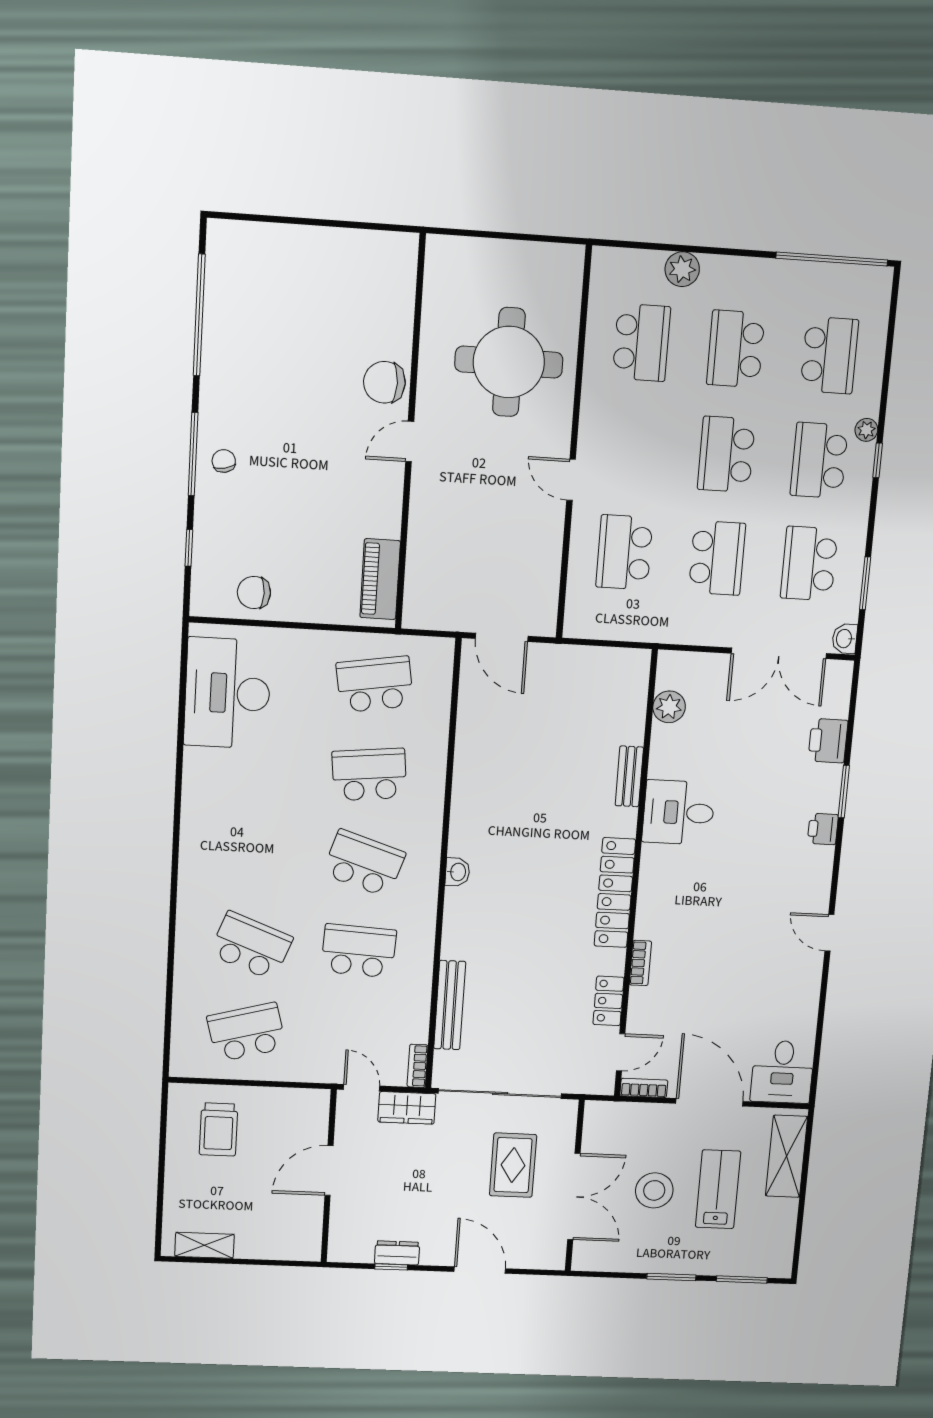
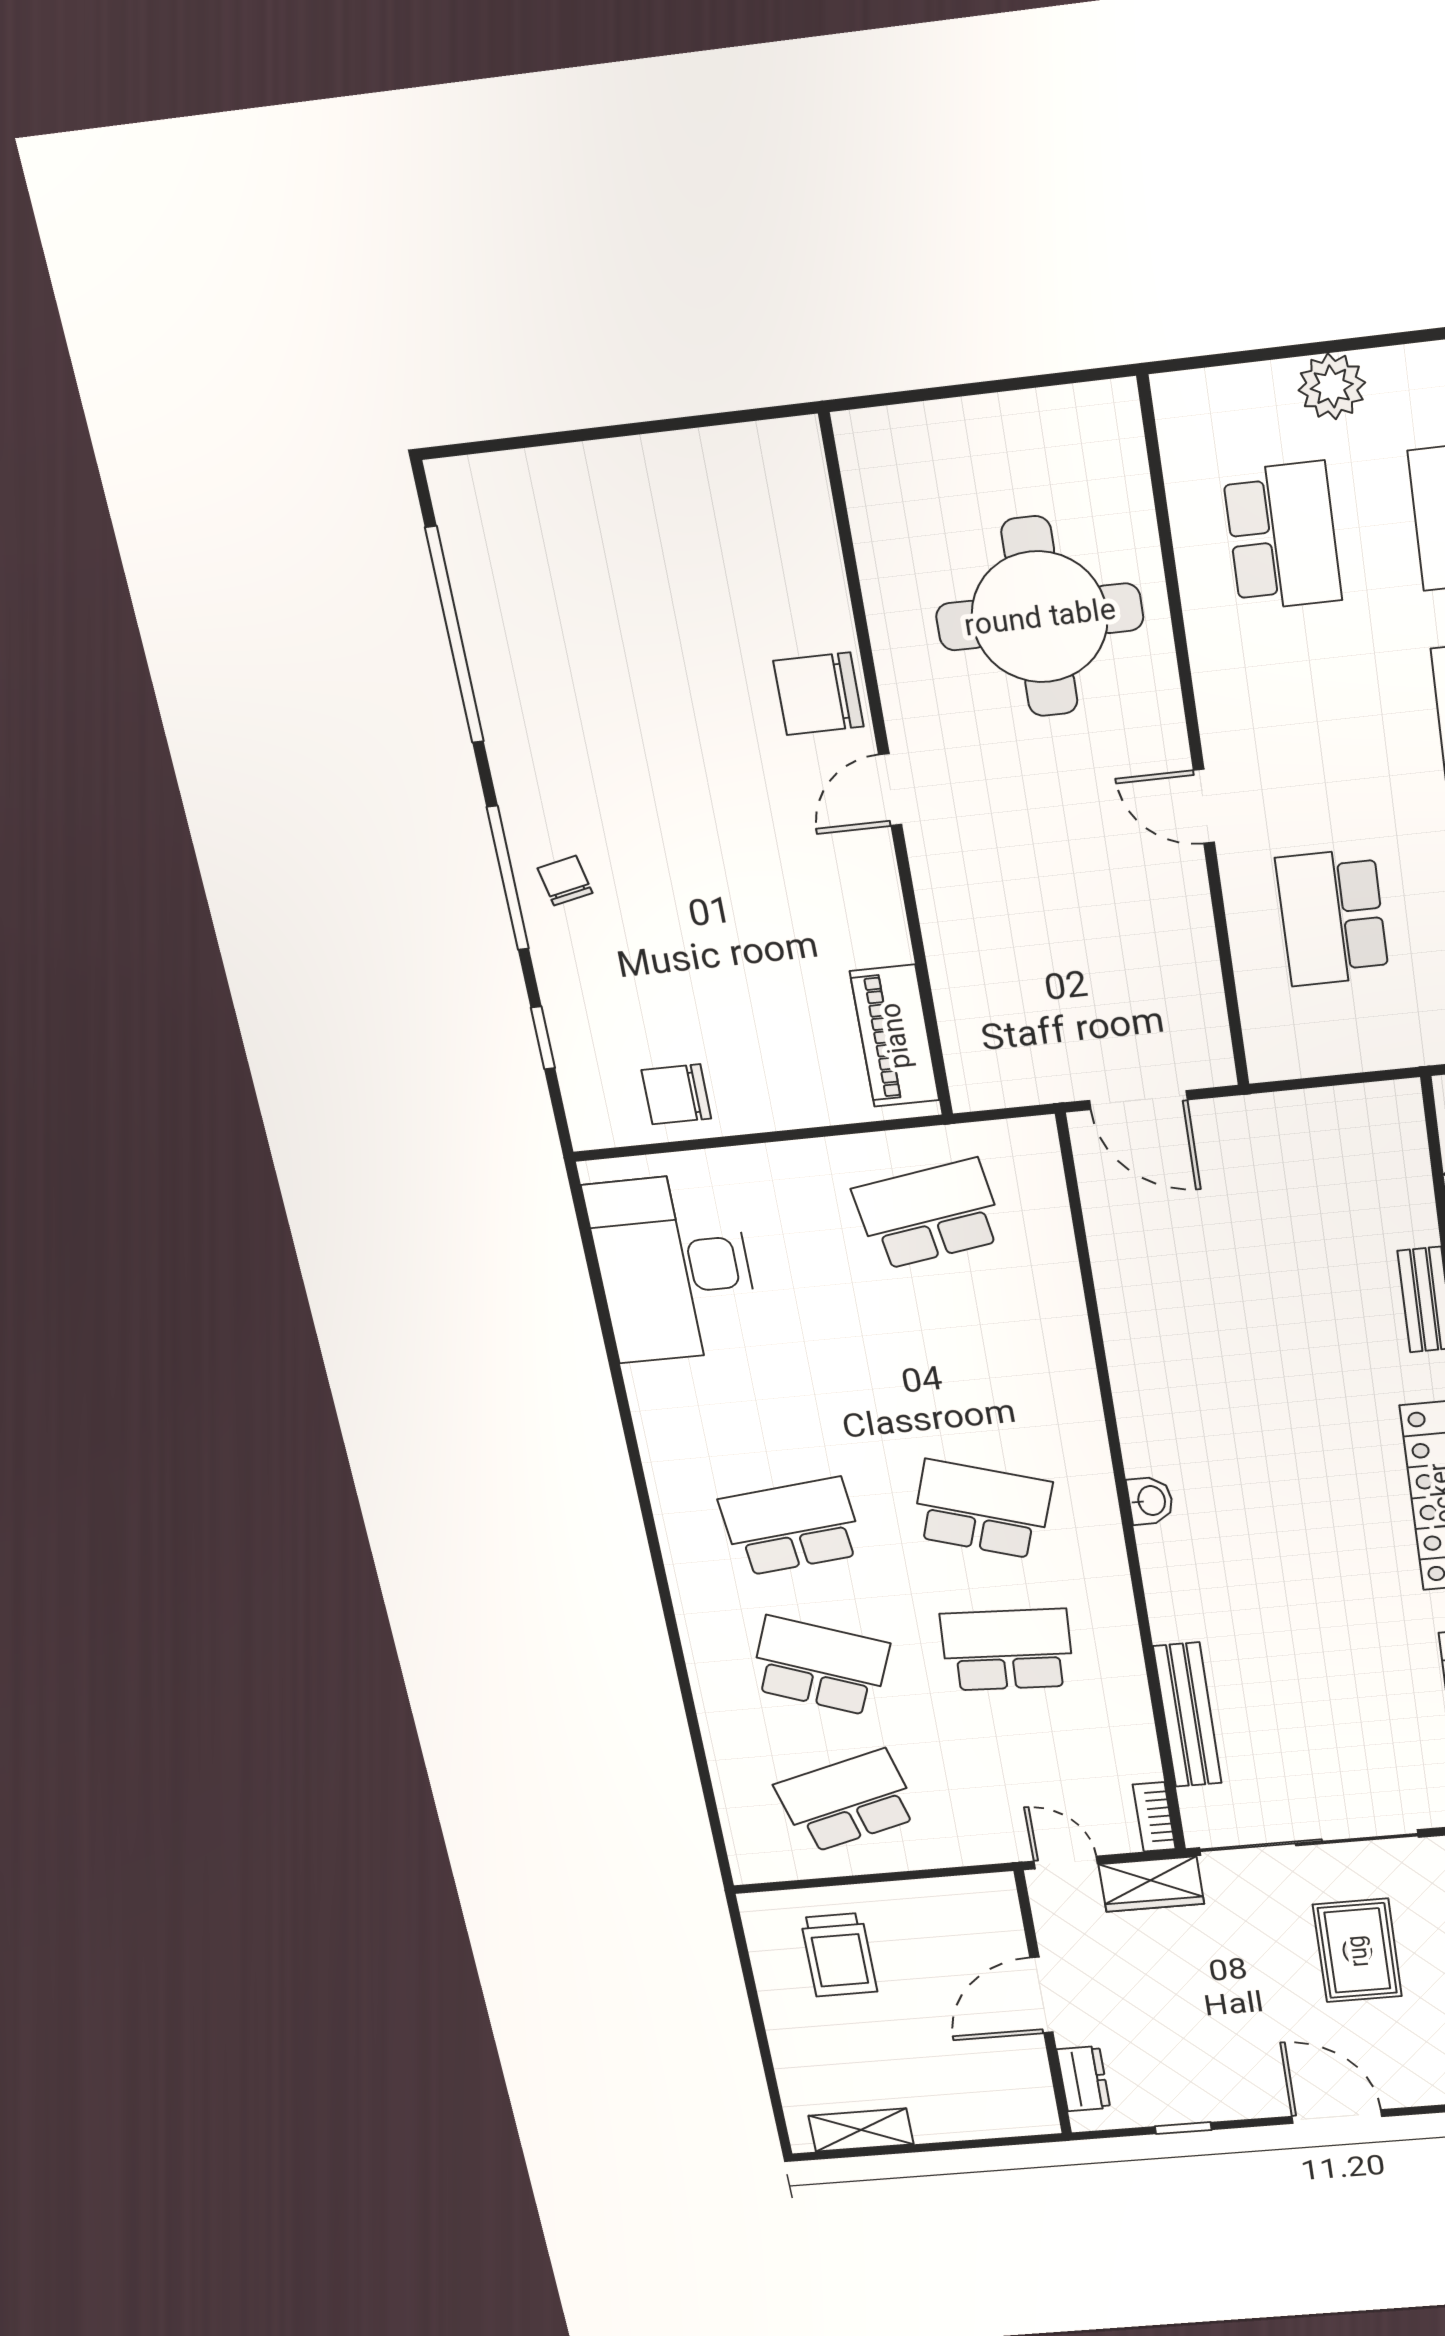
school desk: (369, 774) -> (792, 1527), moved
dresser: (397, 1253) -> (1083, 2079), moved, turned 90

